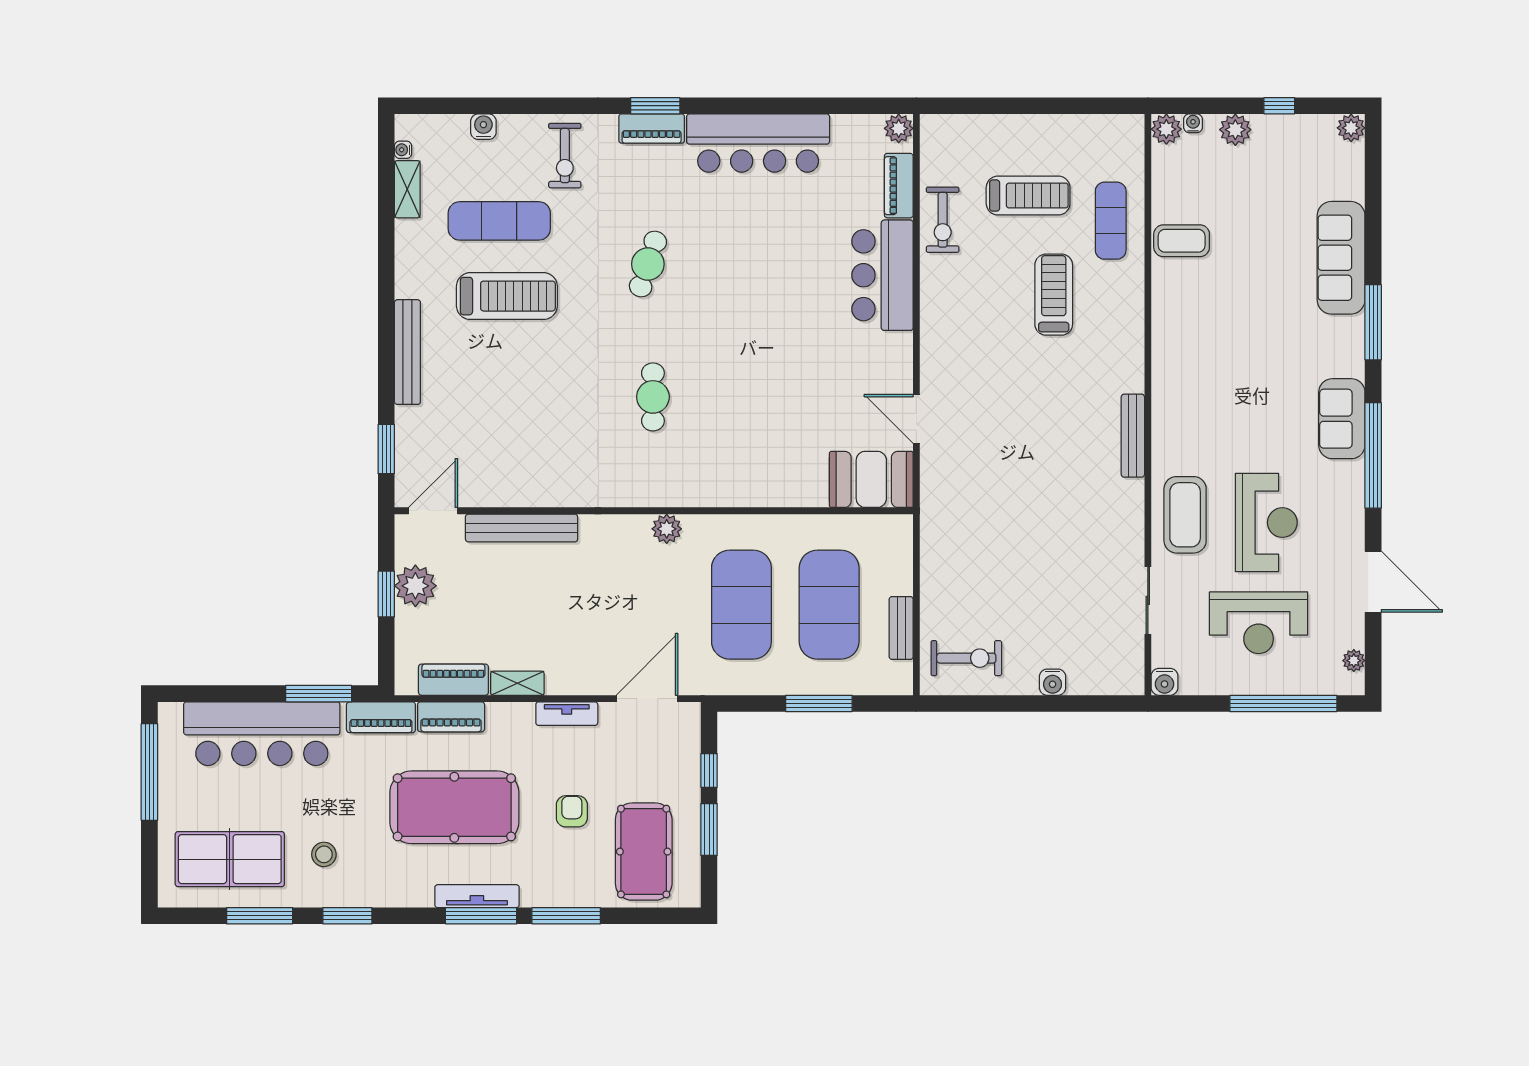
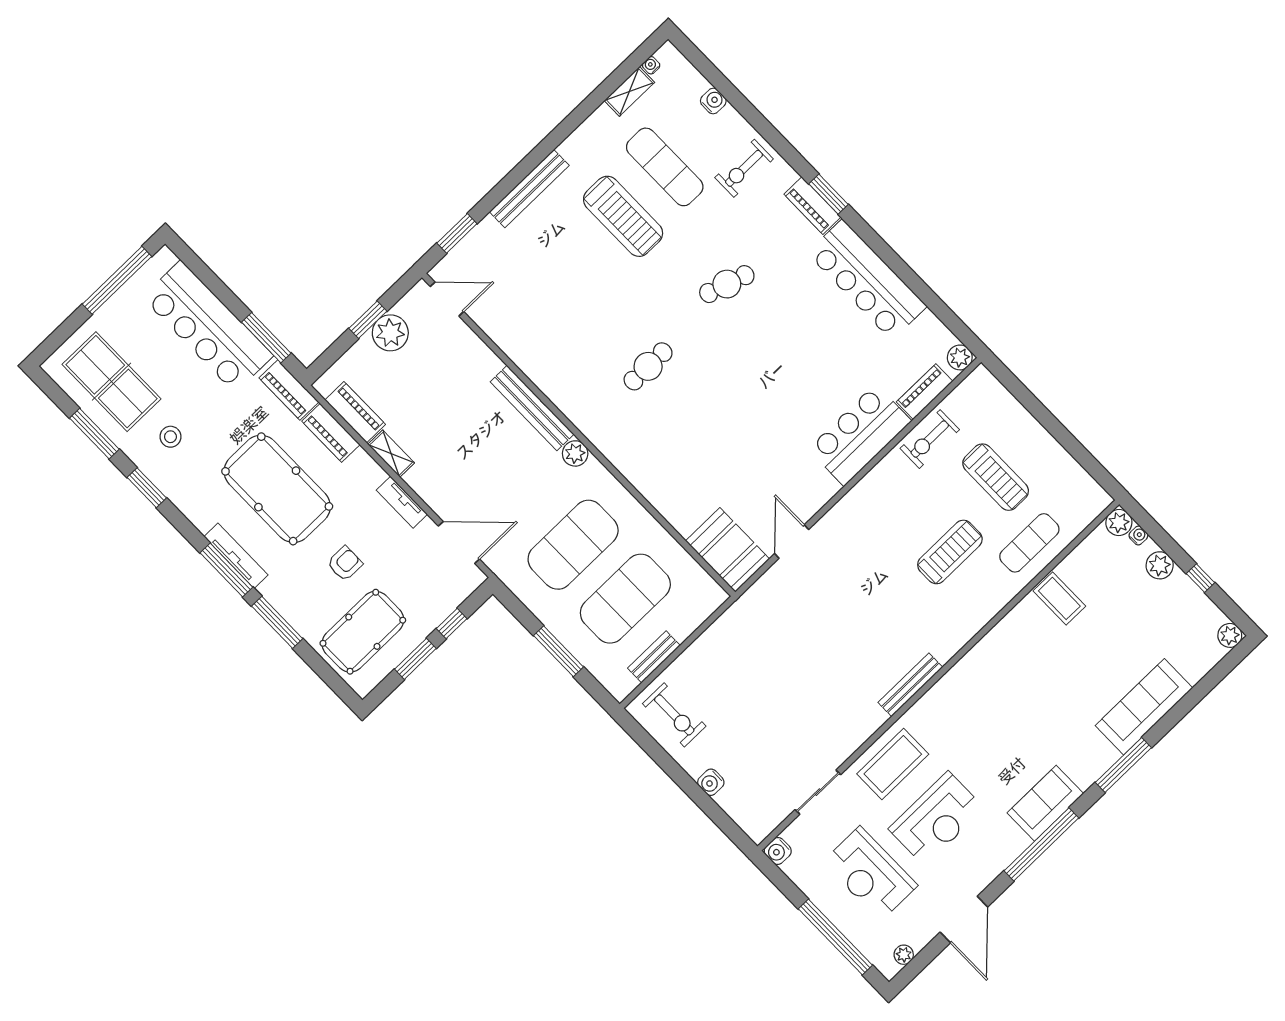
bench: (522, 528) -> (532, 408), moved

